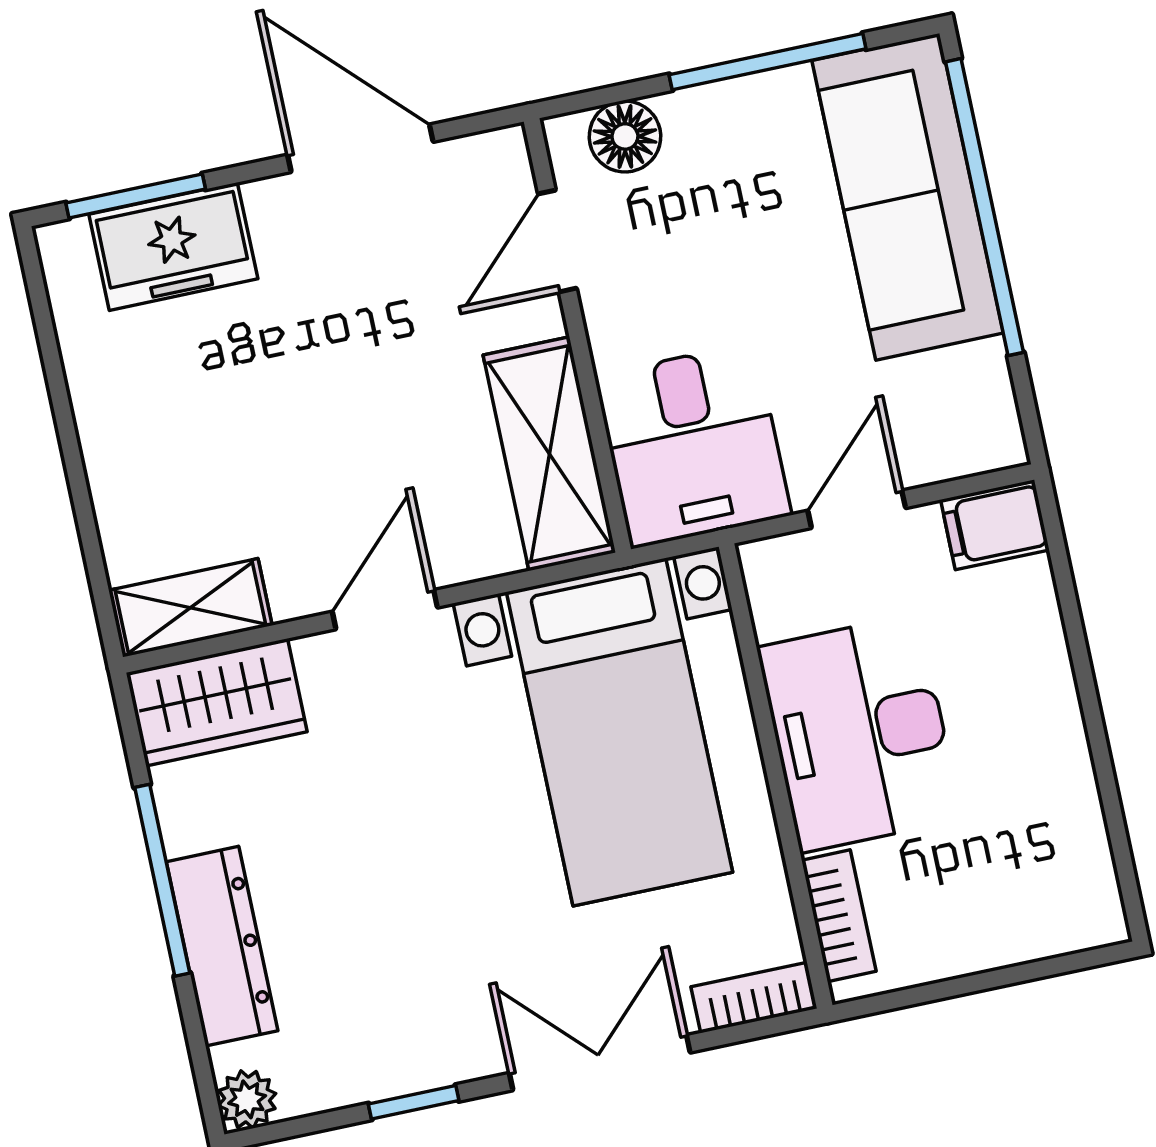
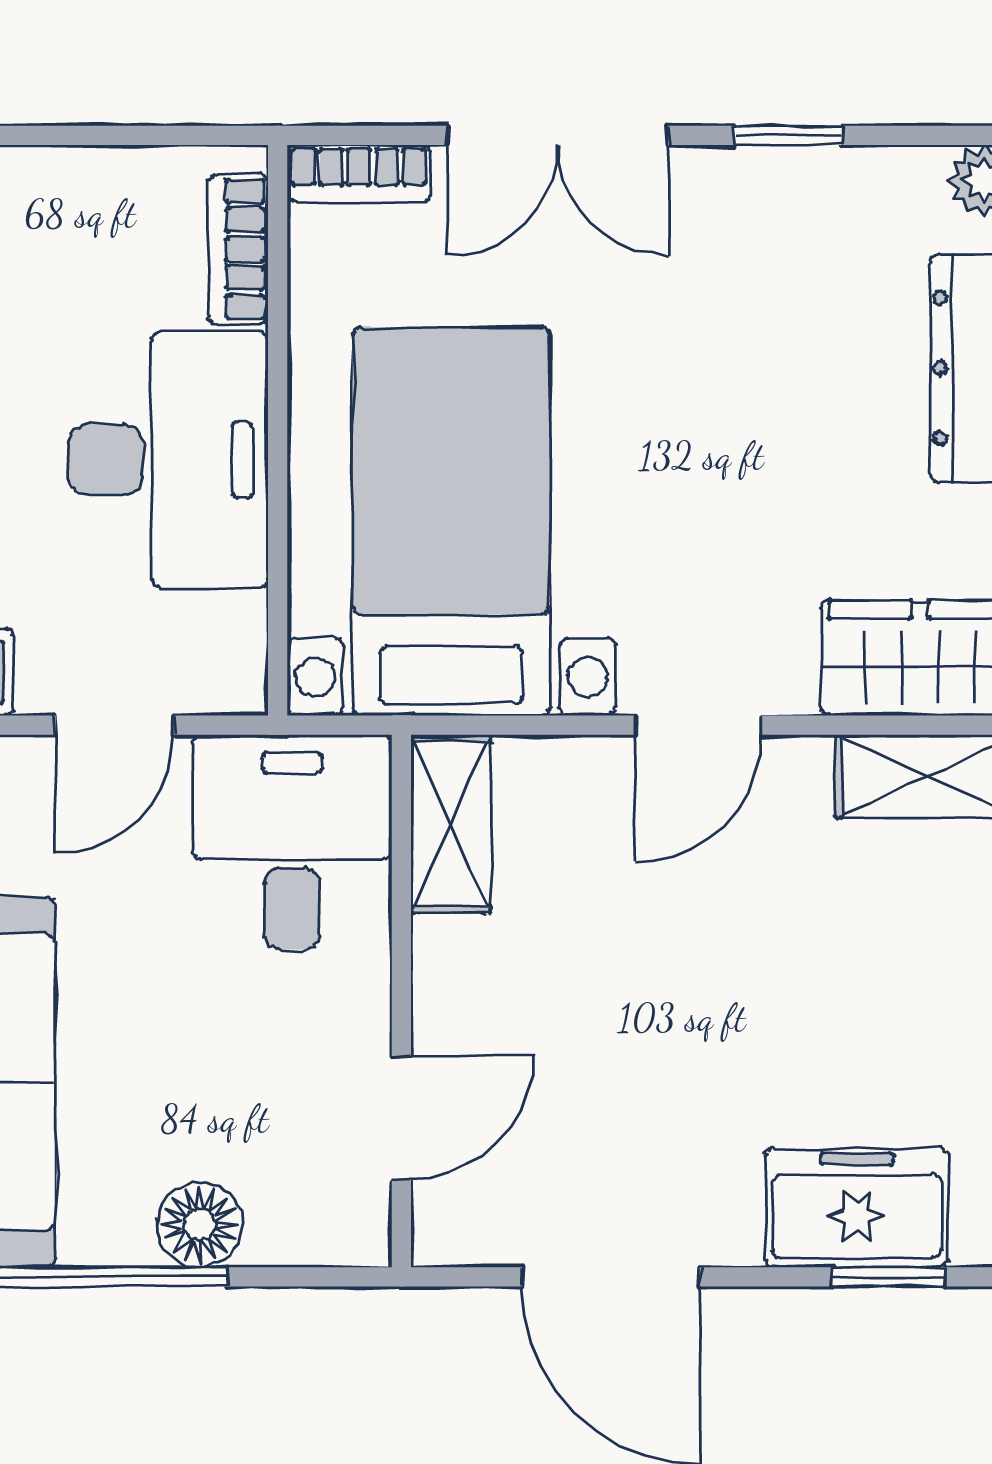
floor lamp: (625, 136) -> (200, 1224), moved
window: (136, 196) -> (889, 1277), width x0.67
shelving: (549, 454) -> (451, 824), width x0.67, depth x0.75

